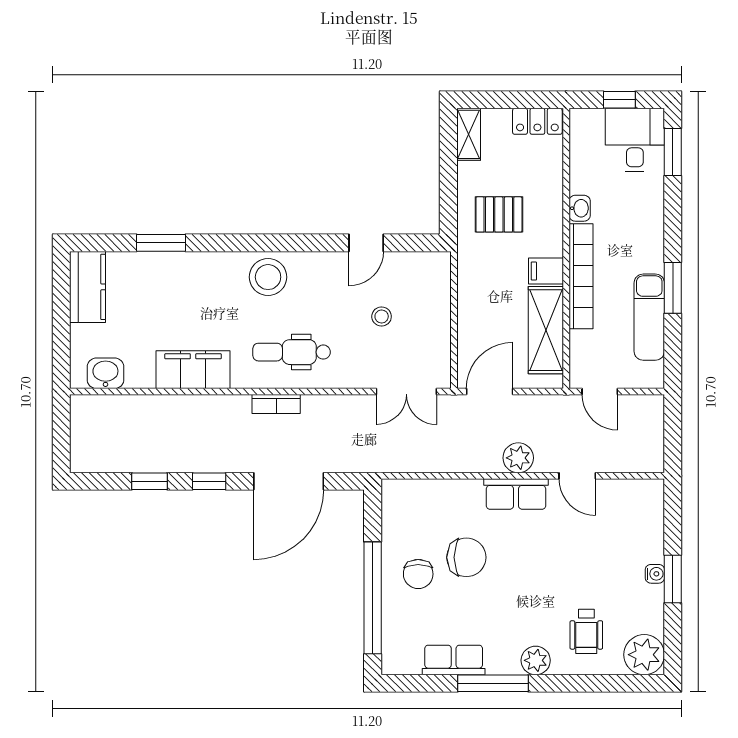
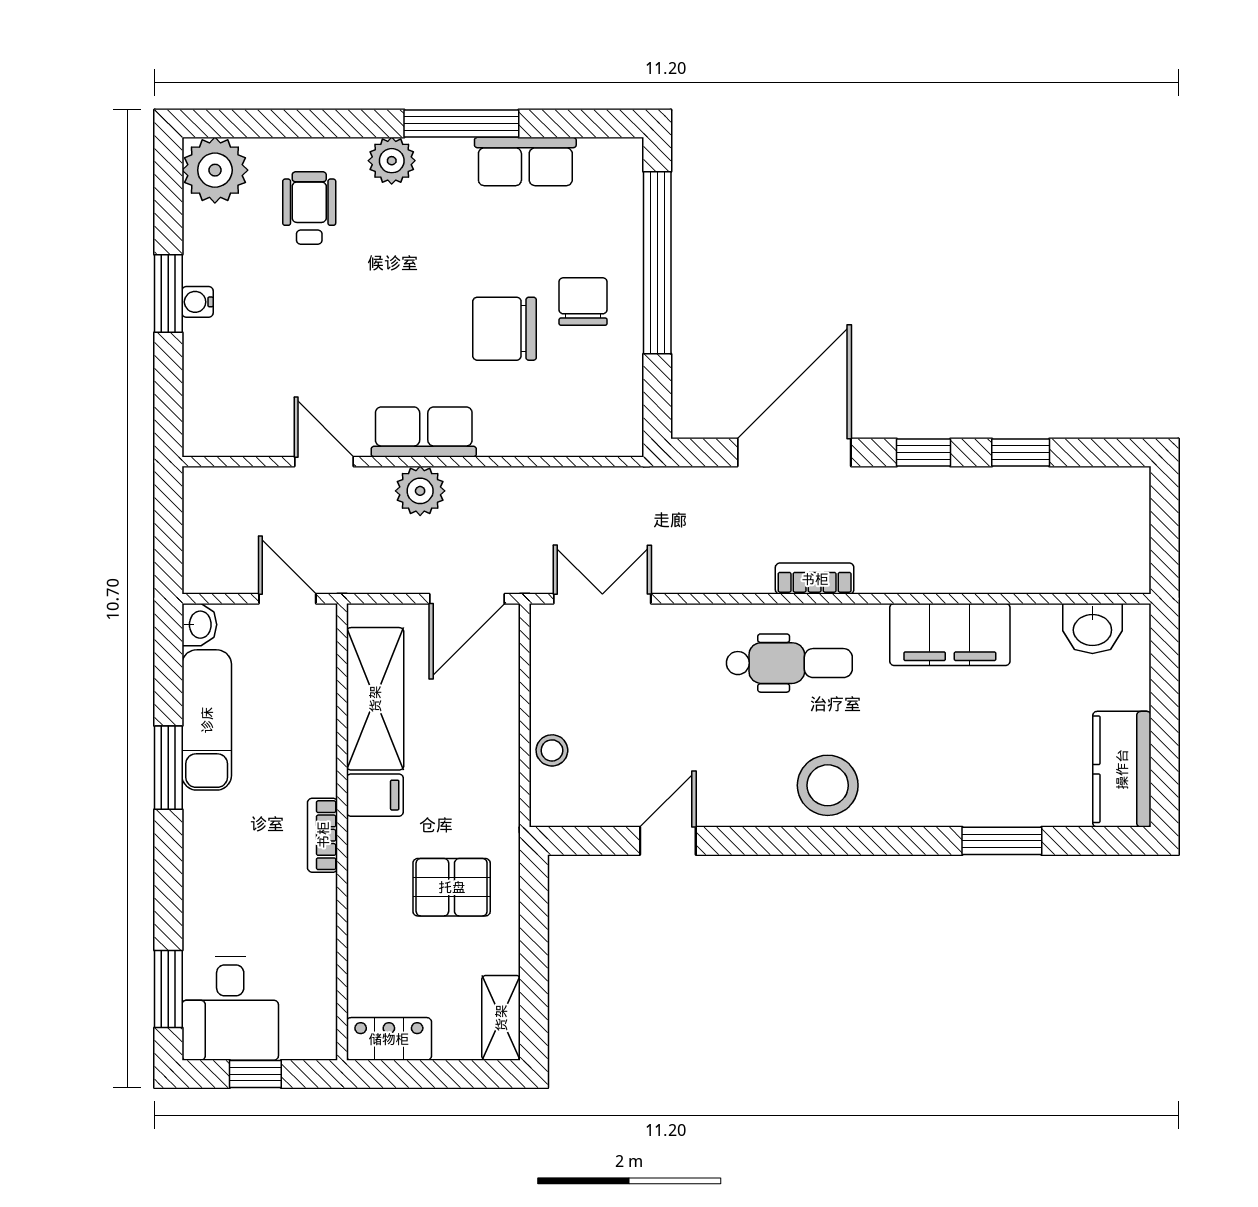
washbasin: (580, 208) -> (199, 625), moved, turned 180
bookcase: (581, 276) -> (323, 835), width x0.43, depth x0.76
stool: (382, 316) -> (552, 750), moved

